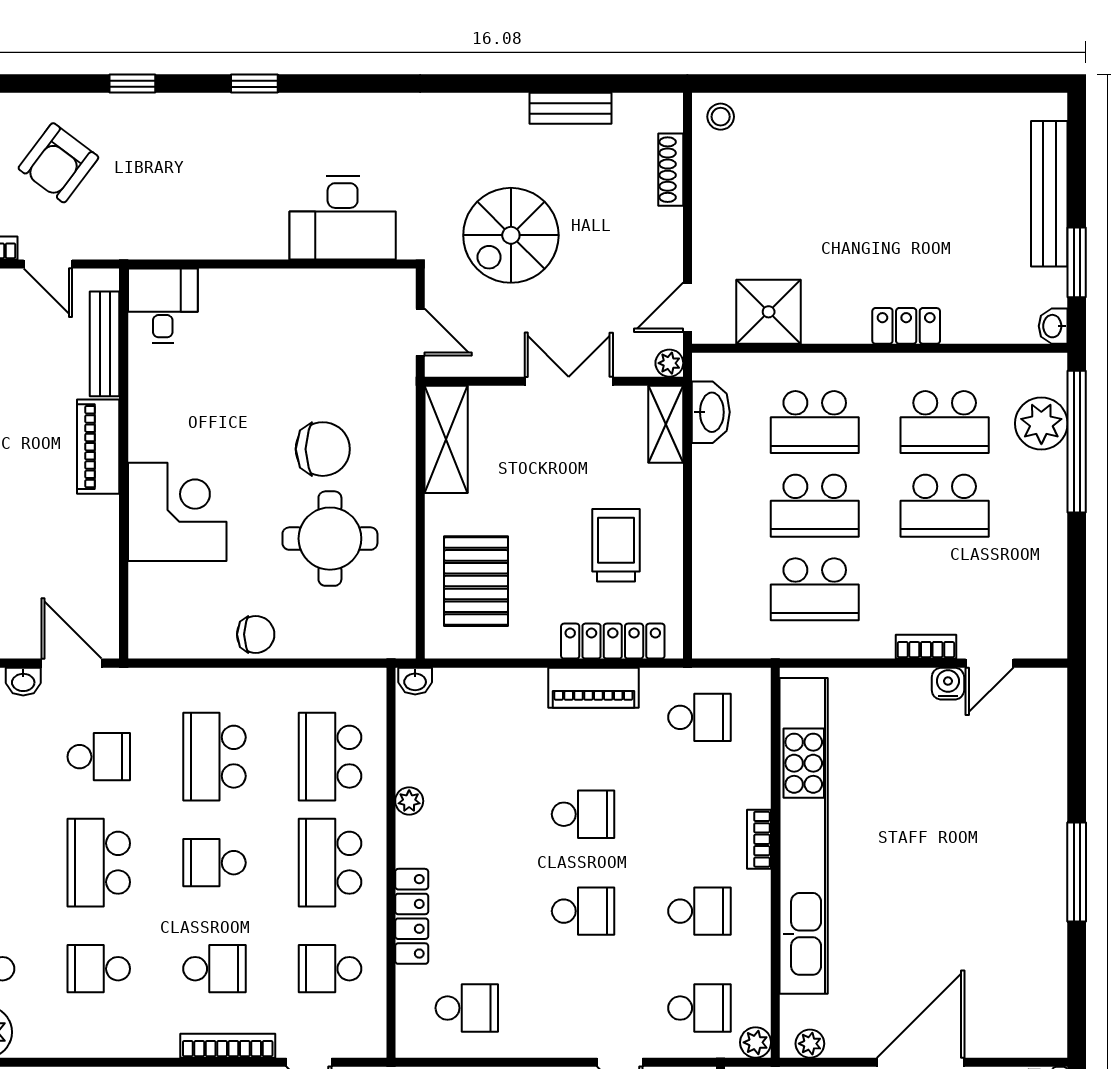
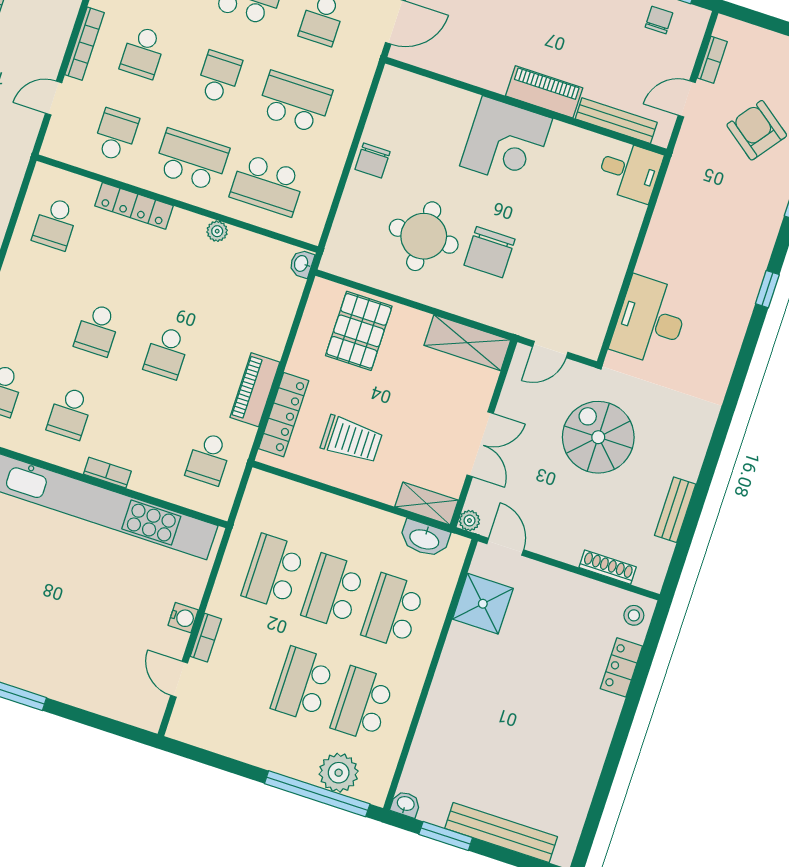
locker: (906, 326) -> (621, 667), moved, turned 180
corner desk: (177, 512) -> (506, 142), moved
pallet: (476, 581) -> (359, 331), turned 90
water cooler: (948, 684) -> (183, 618), moved
school desk: (330, 757) -> (267, 185), turned 180

